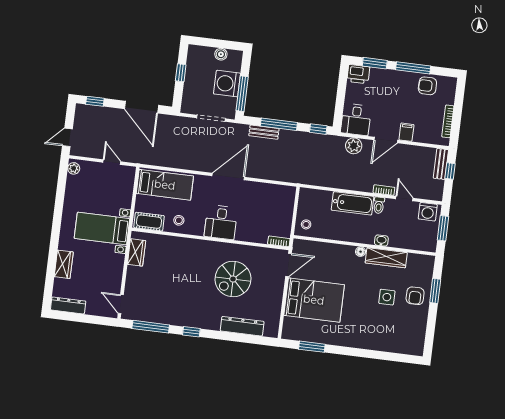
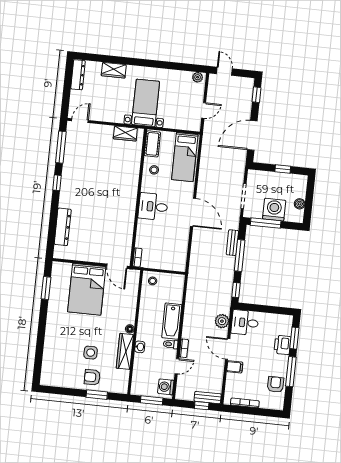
printer: (358, 74) -> (282, 345), moved
spiral stairs: (233, 279) -> (104, 218), removed

